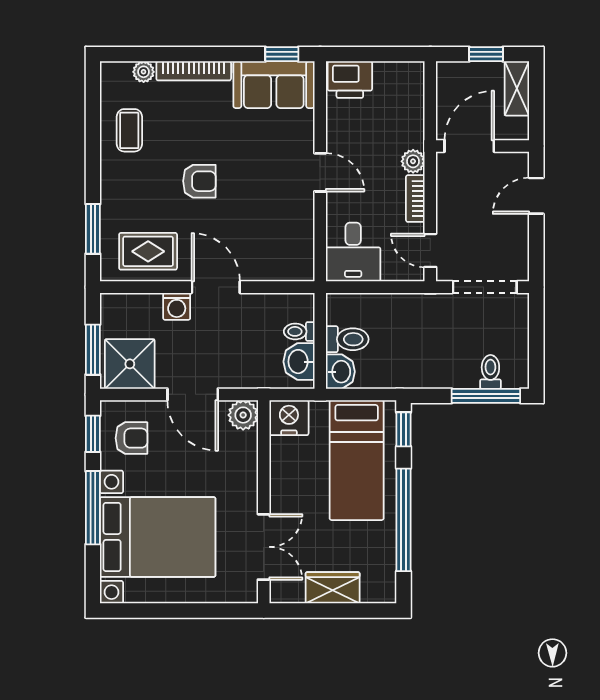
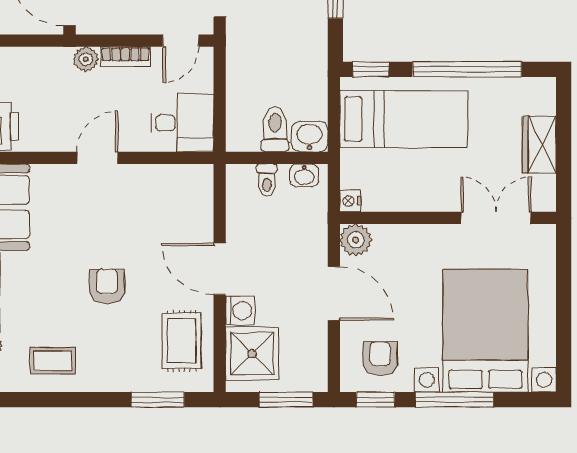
door: (216, 287) -> (220, 269), hinge flipped
washbasin: (299, 362) -> (304, 175), width x0.72, depth x0.69
shower: (130, 364) -> (252, 354), moved
door: (193, 394) -> (334, 293), hinge flipped
nightstand: (289, 418) -> (350, 201), width x0.53, depth x0.56

